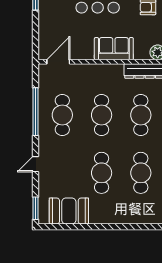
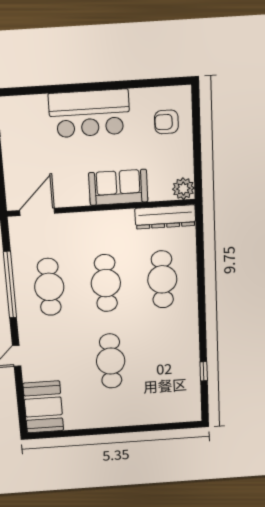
cafe table: (141, 173) -> (166, 357), removed
window: (35, 208) -> (22, 413), removed
booth: (69, 211) -> (43, 407), moved, turned 90

